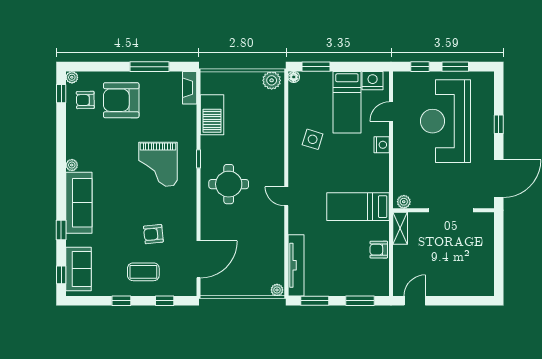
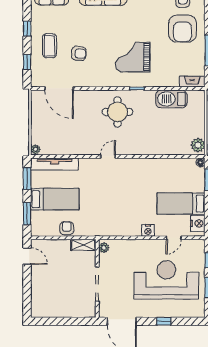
armchair: (121, 100) -> (183, 29), turned 180
door: (391, 112) -> (174, 238), swing flipped
side table: (313, 139) -> (152, 177), removed
bed: (358, 207) -> (55, 199), moved, turned 90
armchair: (153, 234) -> (79, 53), turned 100

